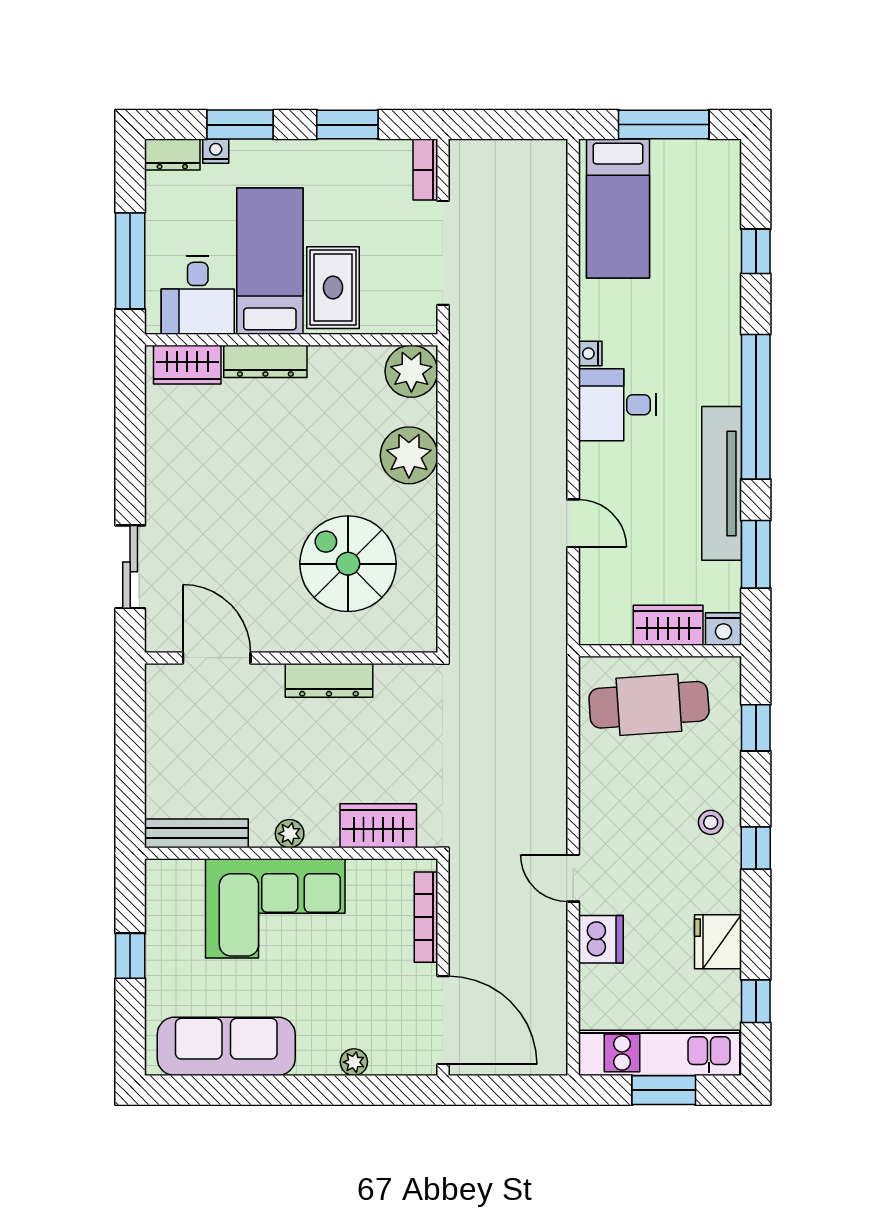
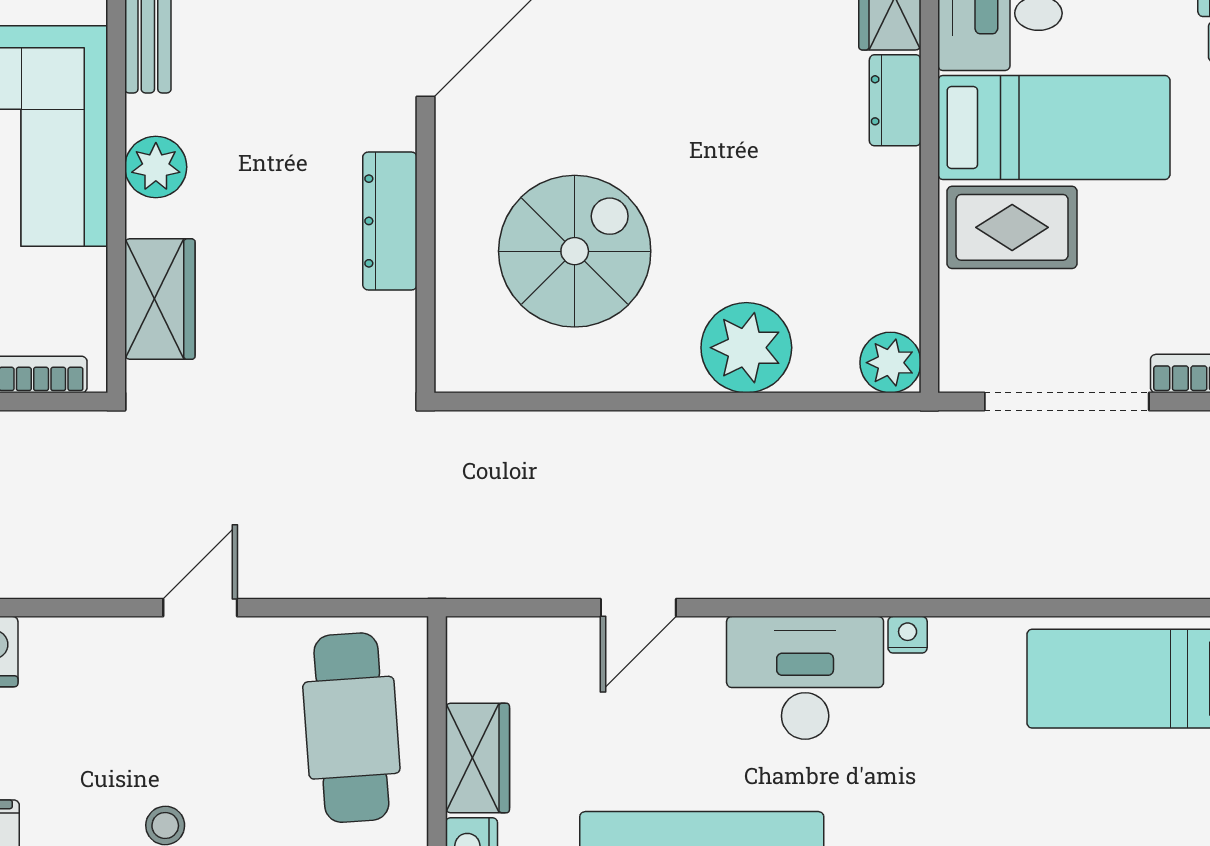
dresser: (265, 361) -> (895, 100), width x0.70
plant: (411, 371) -> (890, 363), width x0.73, depth x0.73
desk: (617, 405) -> (805, 678), width x1.37
plant: (290, 834) -> (156, 167), width x1.38, depth x1.38
door: (573, 878) -> (200, 608), moved

